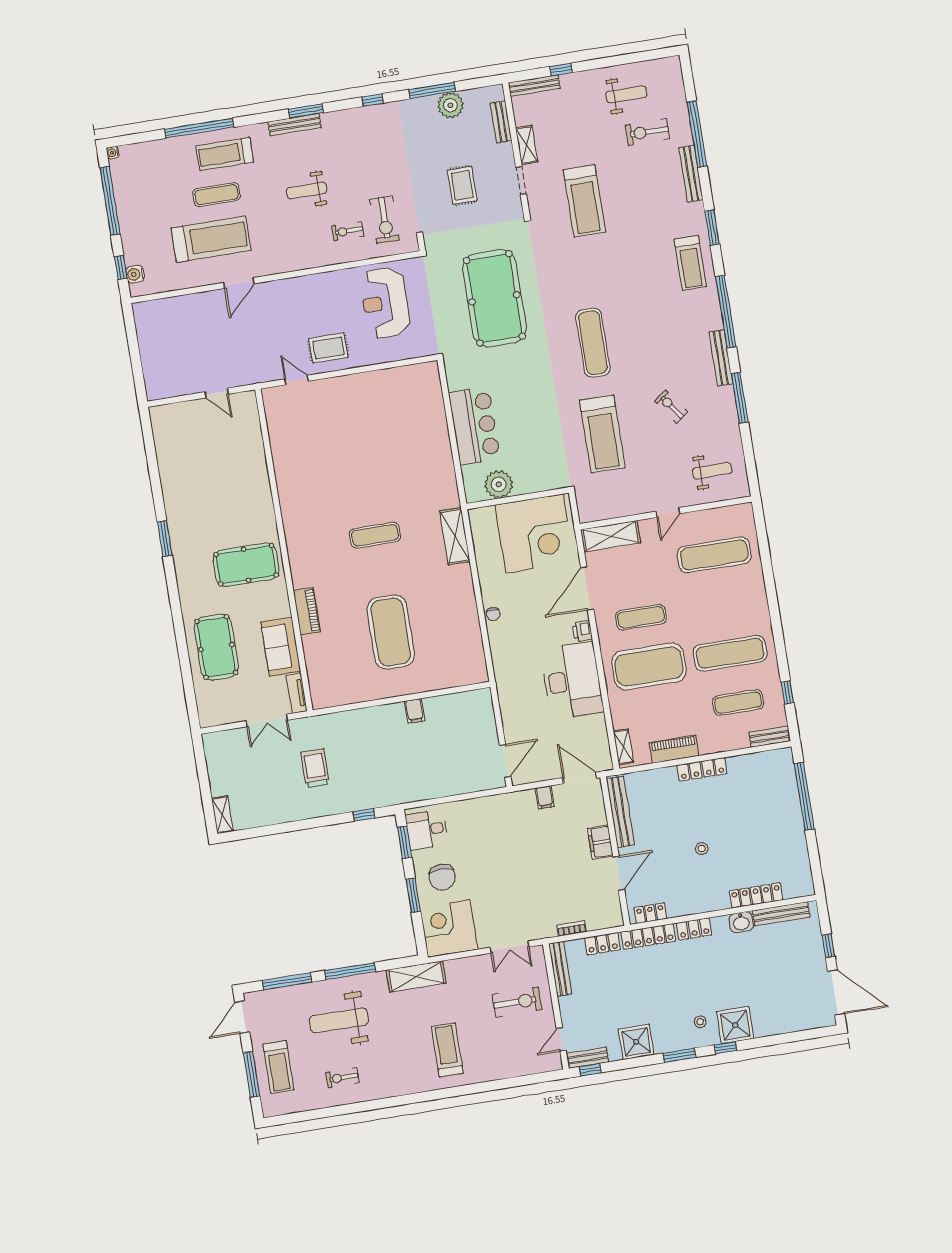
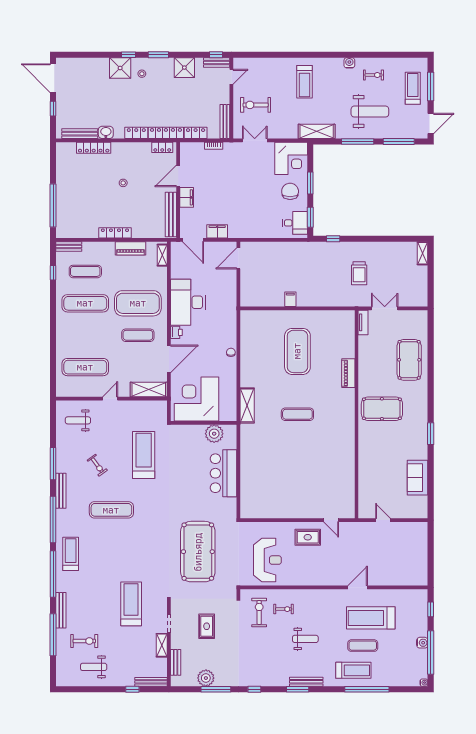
window: (712, 228) -> (53, 574), width x2.11
water cooler: (135, 274) -> (422, 643), moved
exercise mat: (593, 343) -> (111, 510), moved, turned 90
sofa: (281, 647) -> (418, 478), moved, turned 180
filing cabinet: (545, 797) -> (217, 231), width x2.00
water cooler: (383, 1090) -> (349, 63), added

